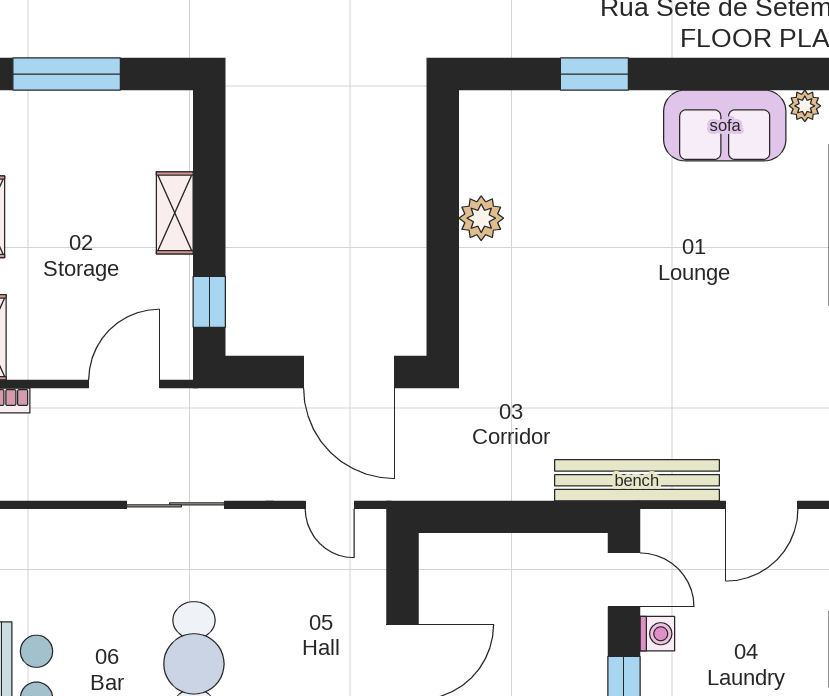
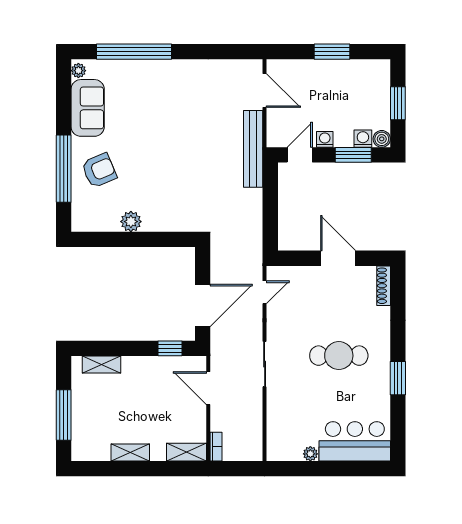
window: (594, 74) -> (64, 169), width x2.11
armchair: (591, 150) -> (99, 170), added
shelving: (175, 213) -> (101, 365), moved
door: (349, 372) -> (203, 305), moved

